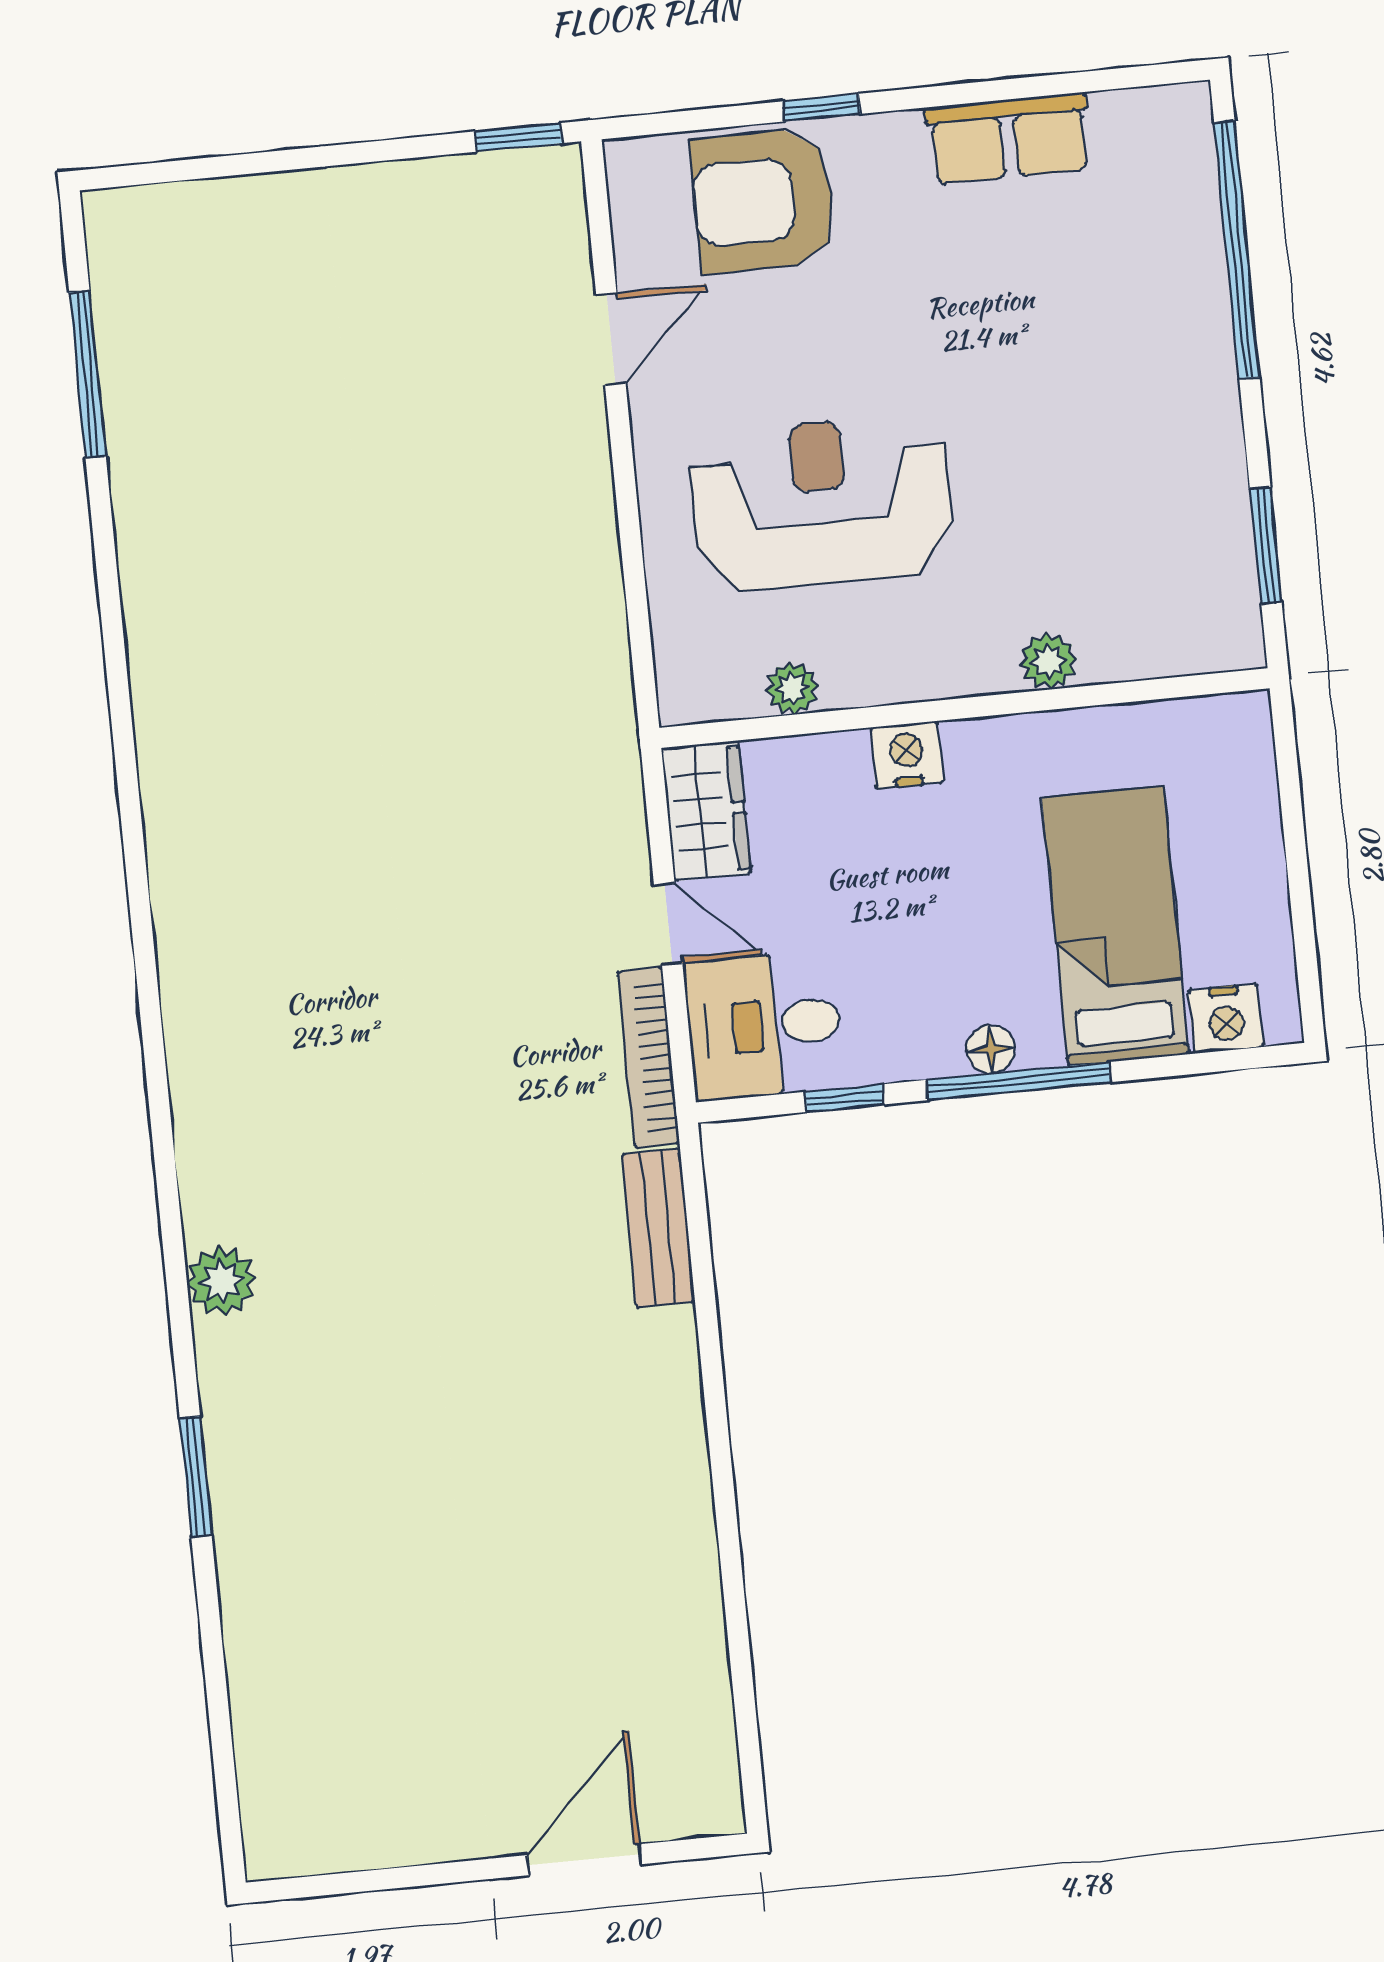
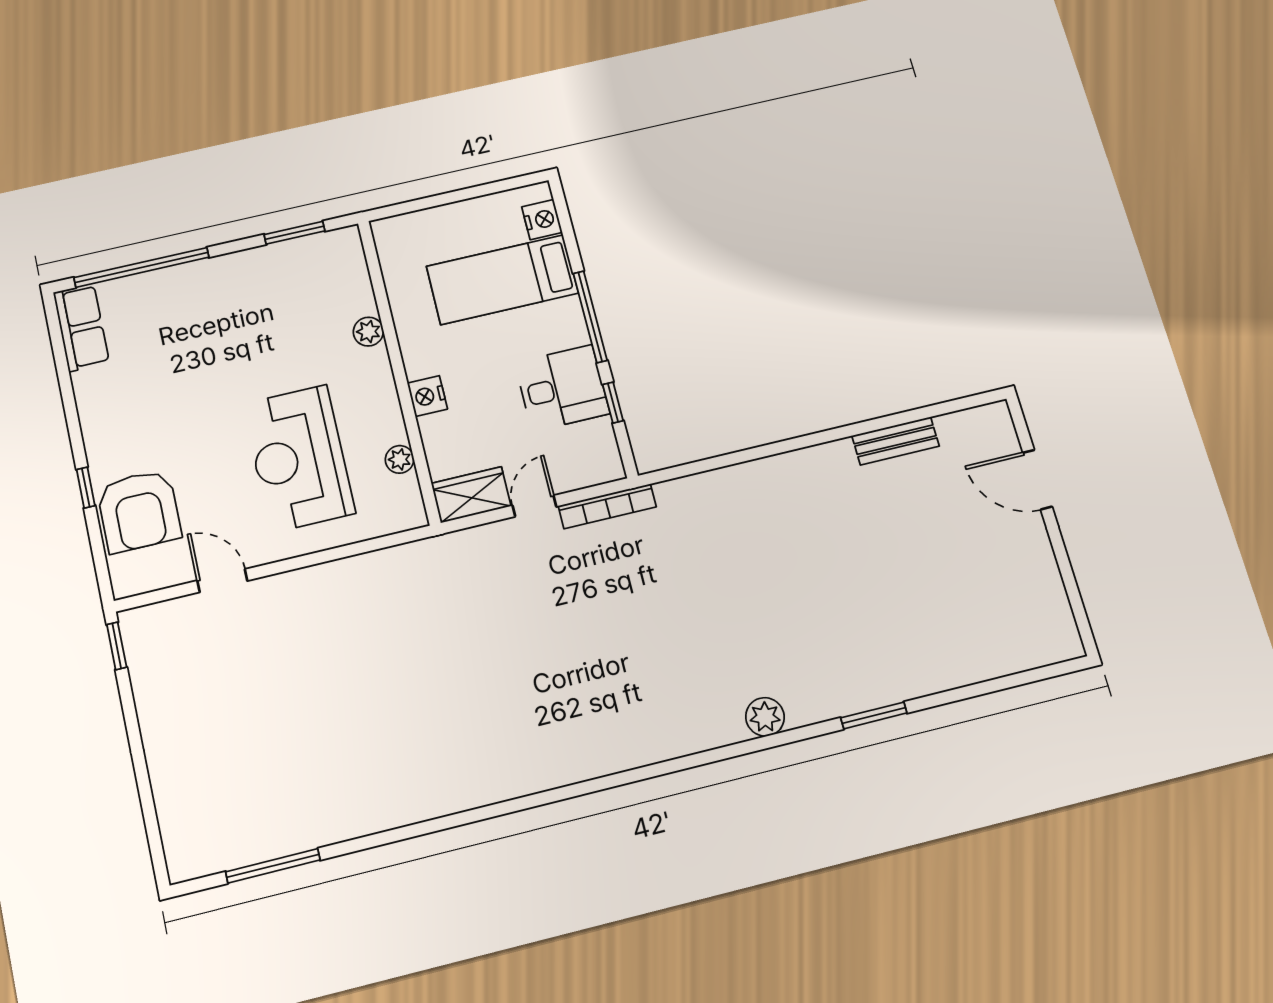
row of seats: (1008, 138) -> (81, 327), moved
desk: (764, 1025) -> (562, 388), moved, turned -90
floor lamp: (991, 1049) -> (576, 333), removed
bench: (658, 1228) -> (896, 441), moved

